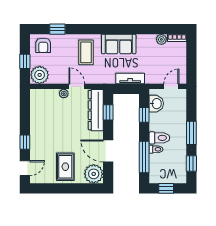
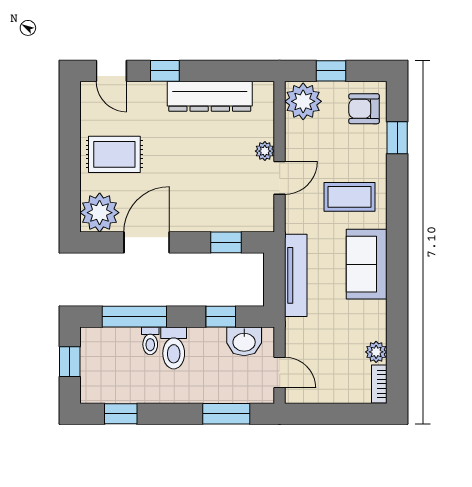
tv unit: (130, 78) -> (296, 275), width x1.41
dresser: (96, 110) -> (210, 96), moved, turned 180
window: (191, 133) -> (226, 414), moved

